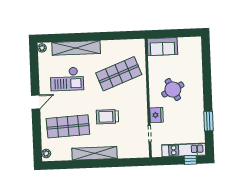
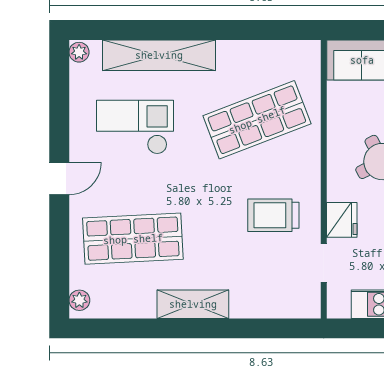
checkout: (67, 79) -> (135, 127), turned 180
trolley: (107, 117) -> (273, 215), moved
shelving: (95, 153) -> (193, 304), width x0.68

